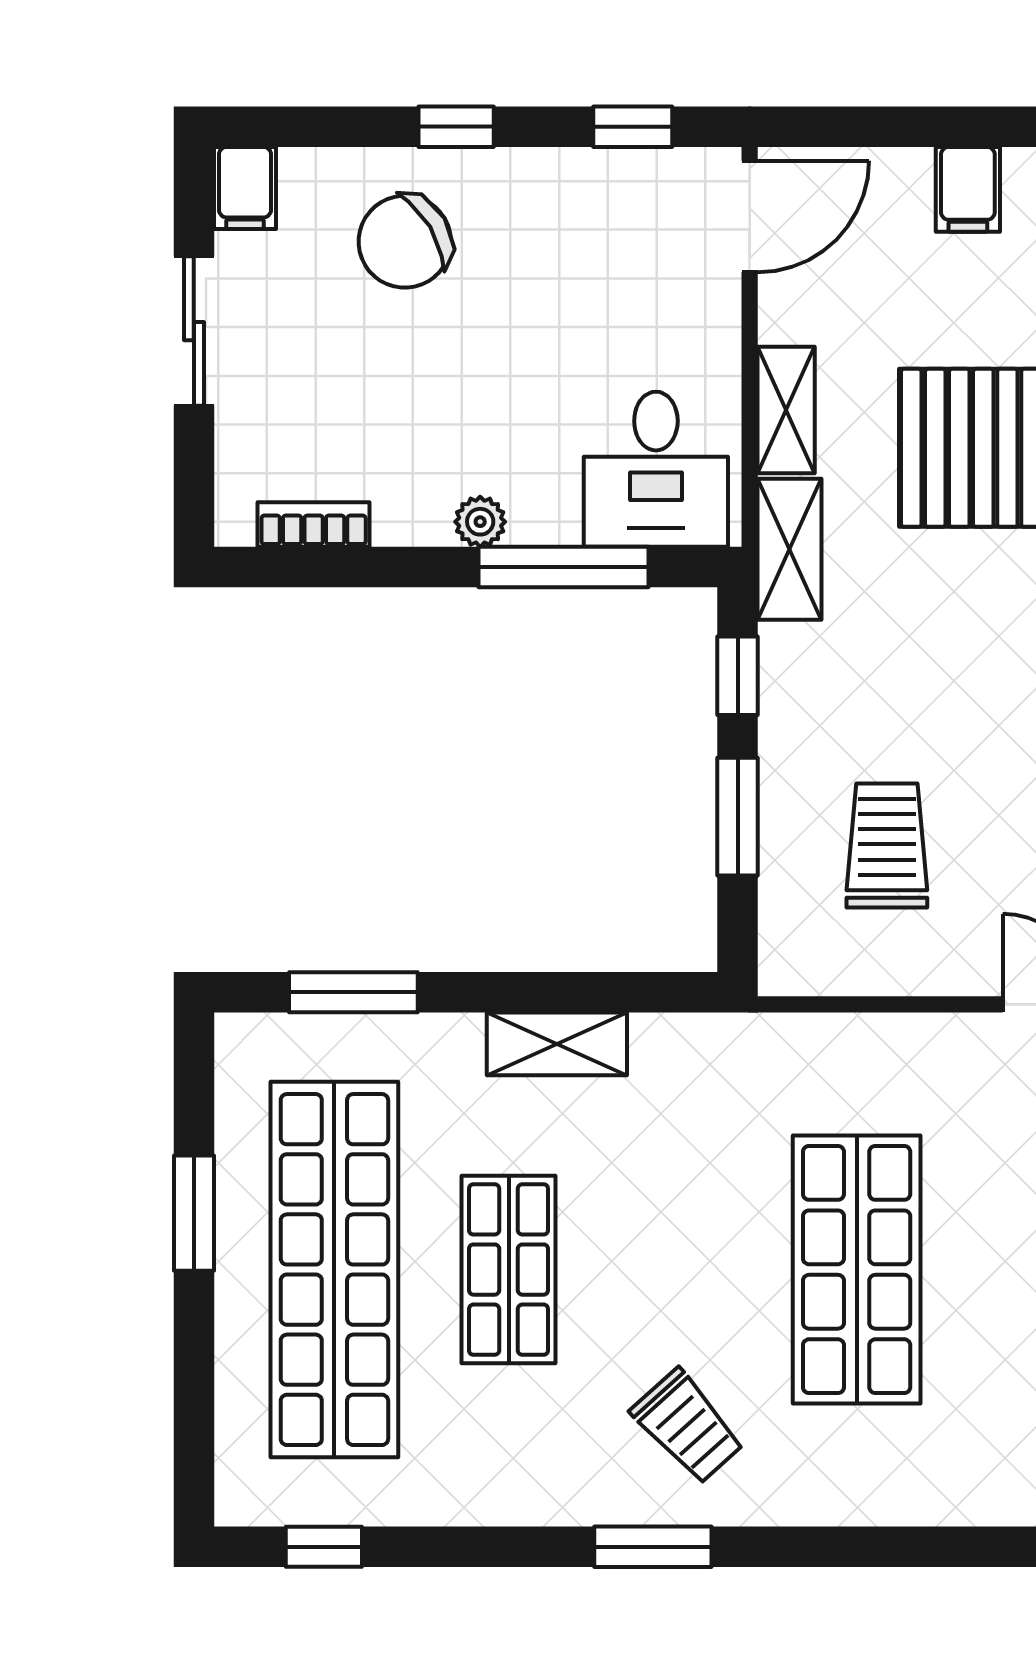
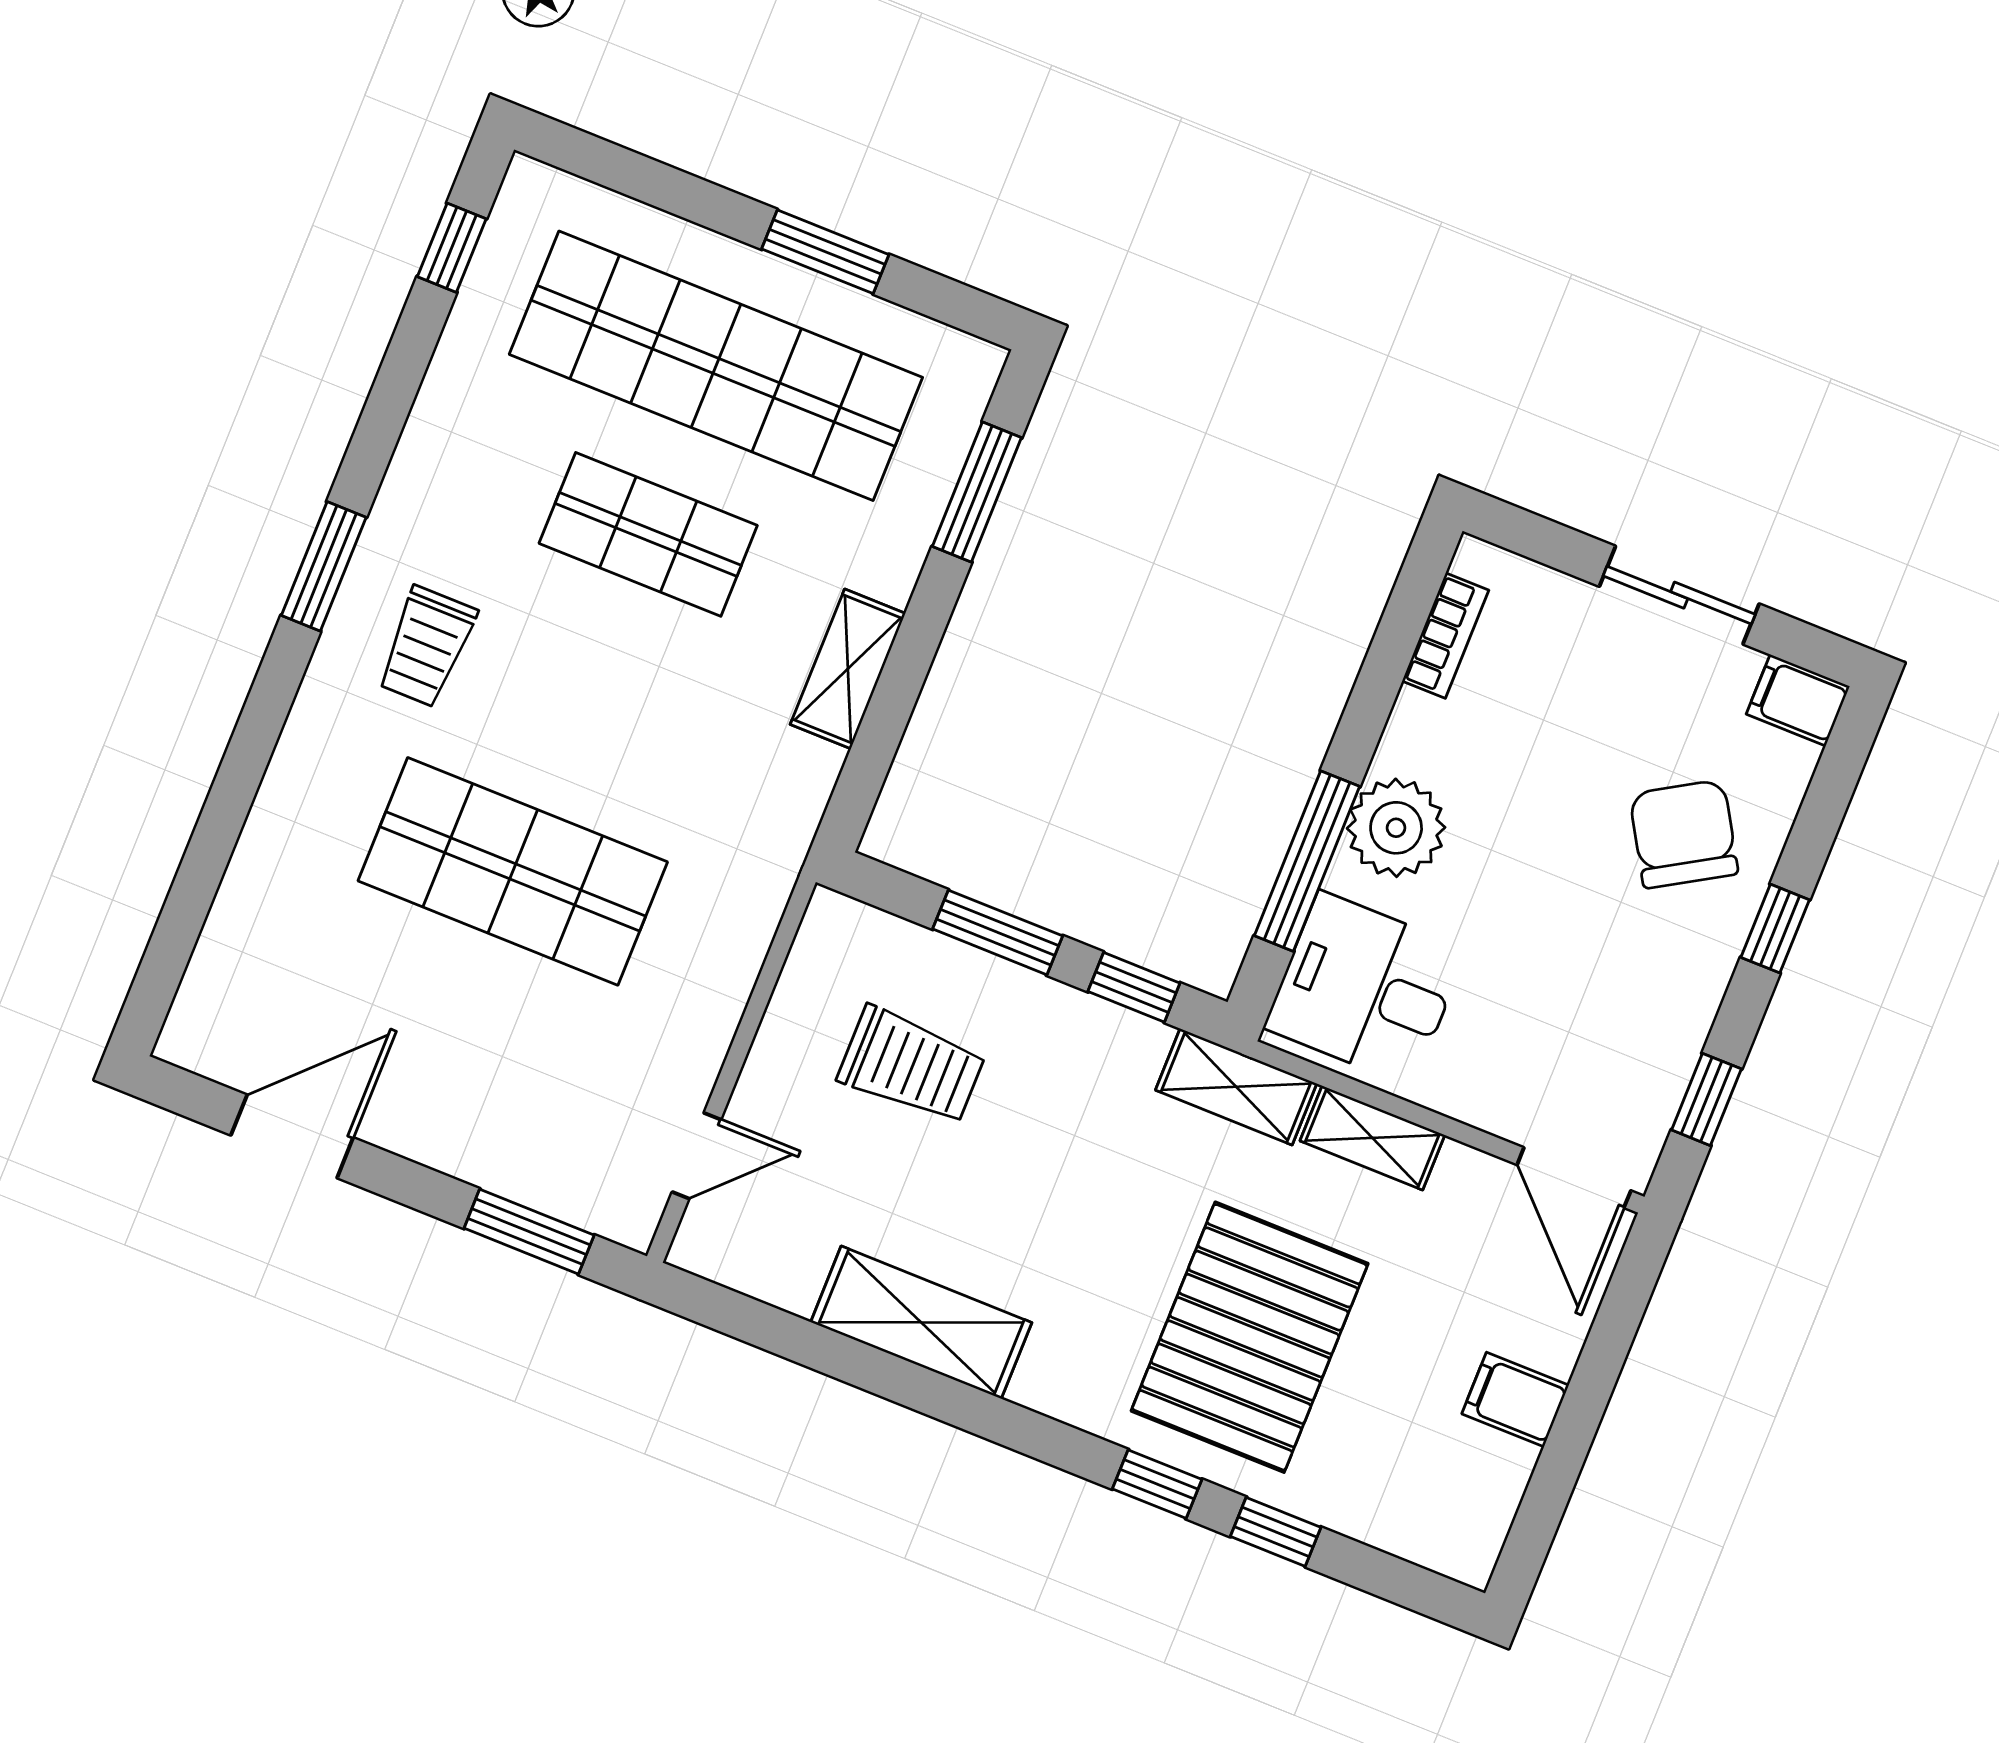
plant: (480, 522) -> (1396, 828), width x1.87, depth x1.87
trolley: (688, 1427) -> (427, 647), turned -48

